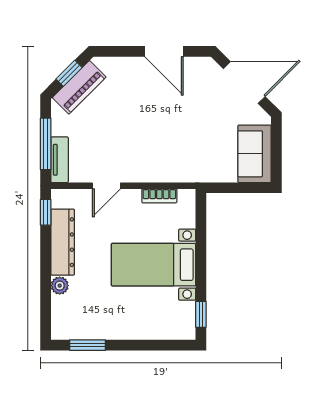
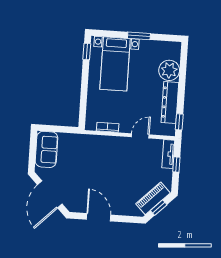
door: (244, 83) -> (50, 194), hinge flipped
window: (46, 144) -> (176, 165), width x0.46
bed with nightstands: (153, 265) -> (115, 64), moved, turned 90
plant: (60, 286) -> (169, 70), width x1.88, depth x1.88
window: (87, 345) -> (139, 36), moved

